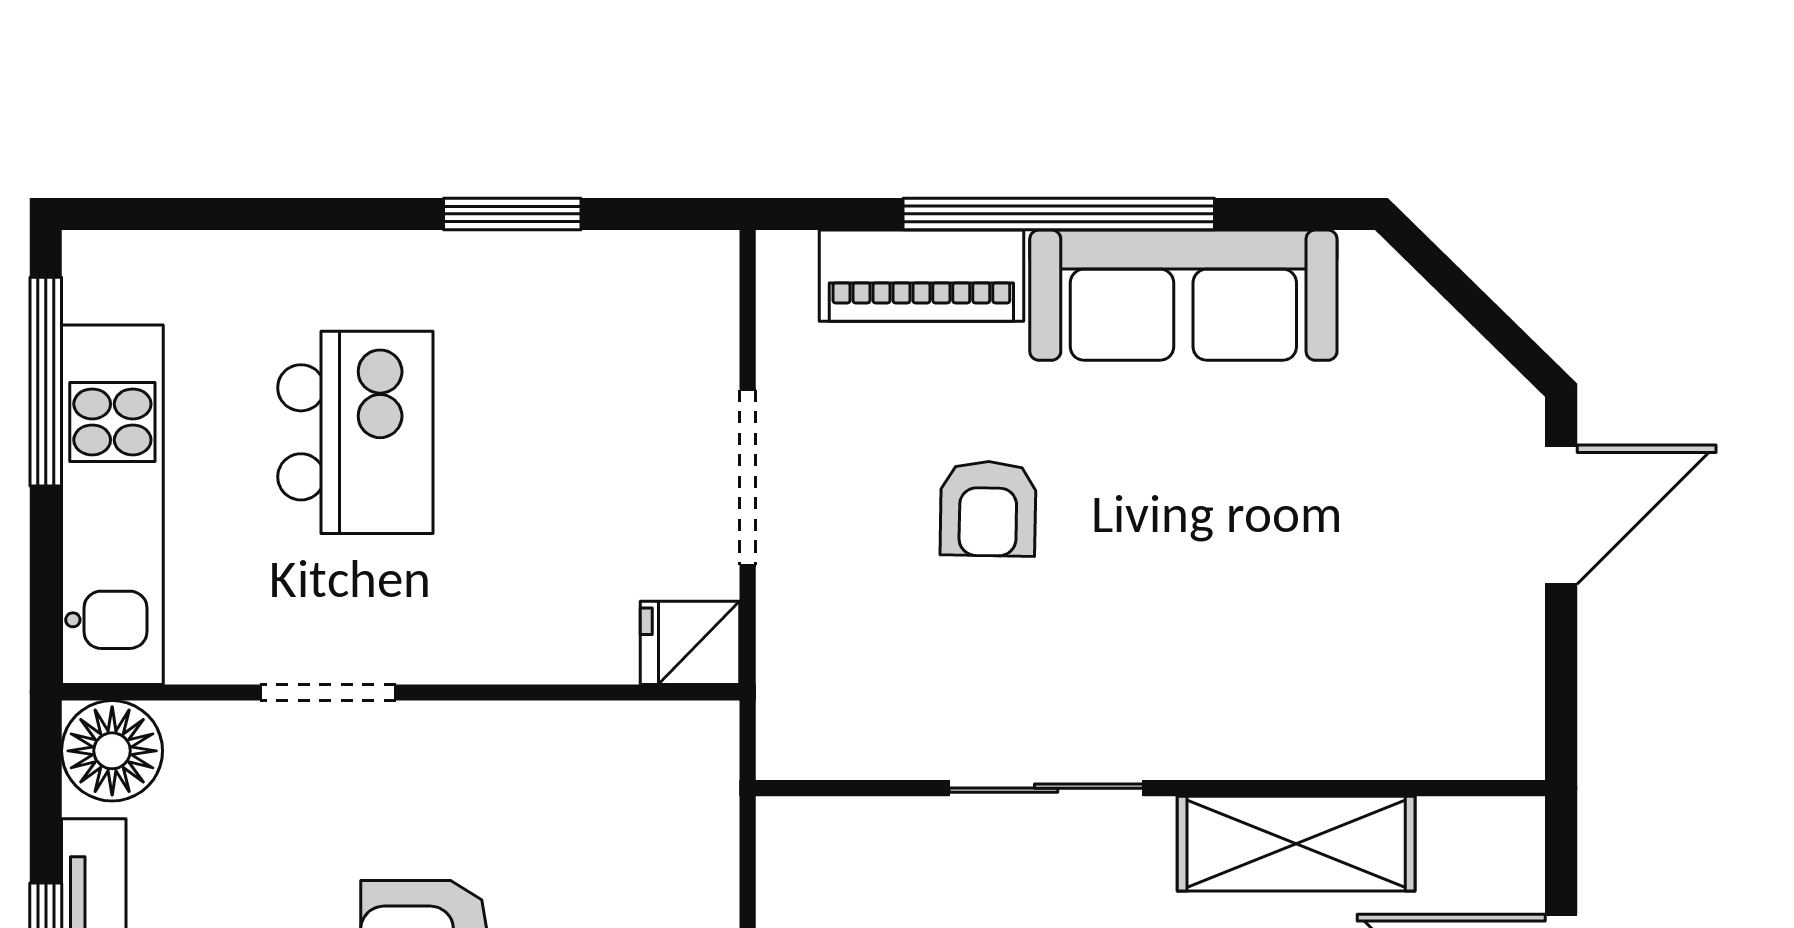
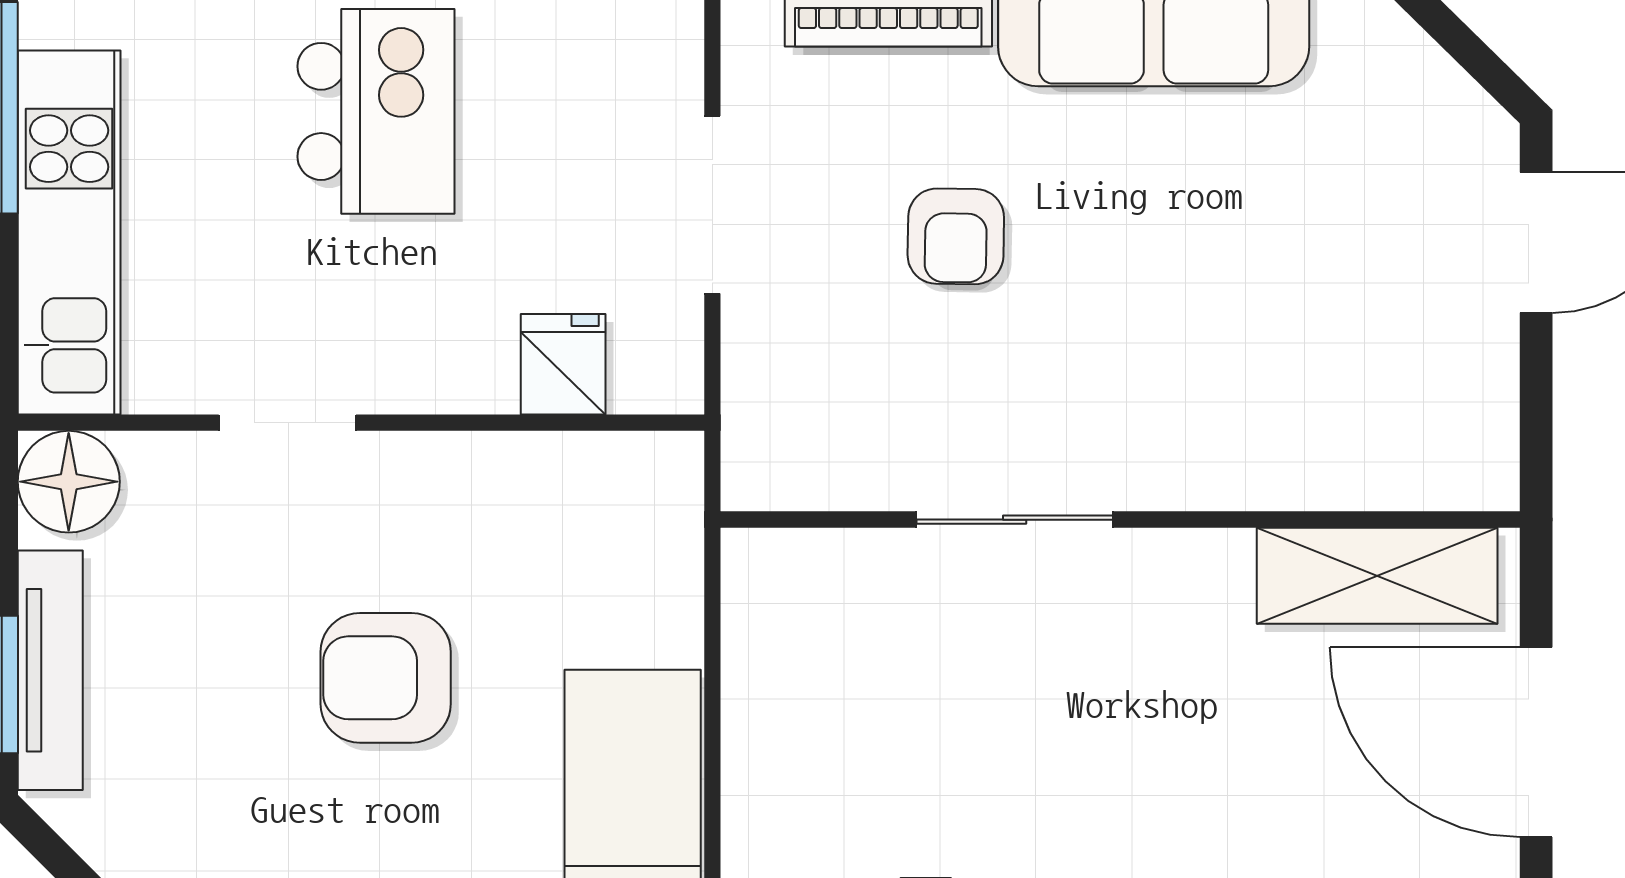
kitchen island: (355, 432) -> (376, 111), moved
fridge: (690, 643) -> (563, 364), moved, turned 90
shelving: (1296, 844) -> (1377, 576), moved

